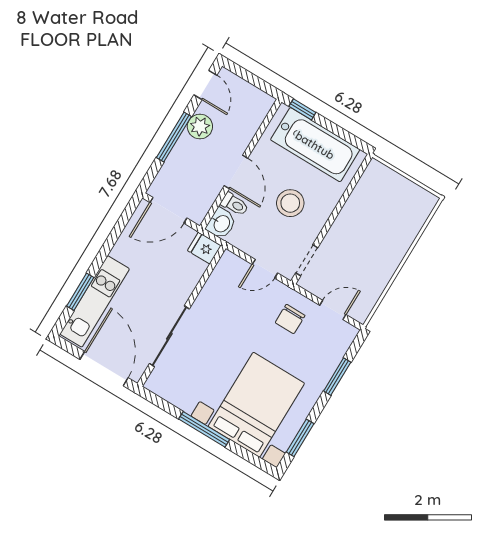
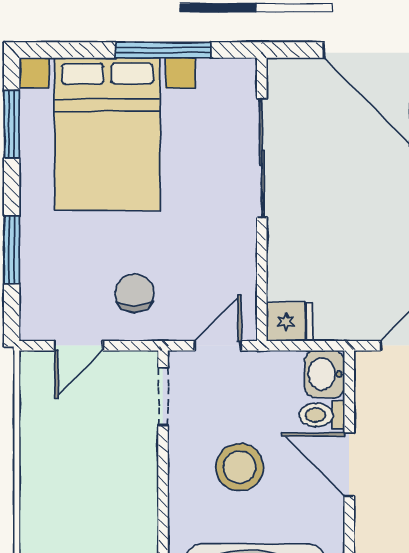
fridge: (204, 248) -> (289, 322), moved
wall: (182, 316) -> (262, 199), moved
sliding door: (169, 336) -> (262, 158), moved

